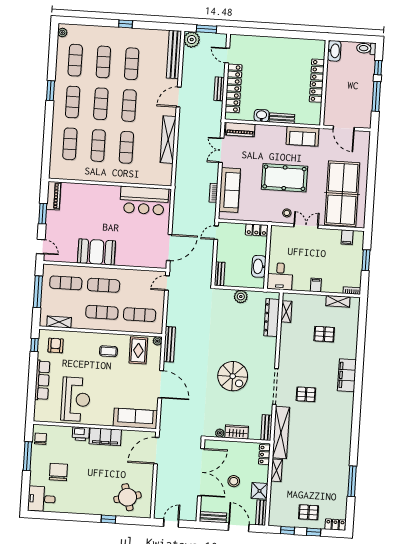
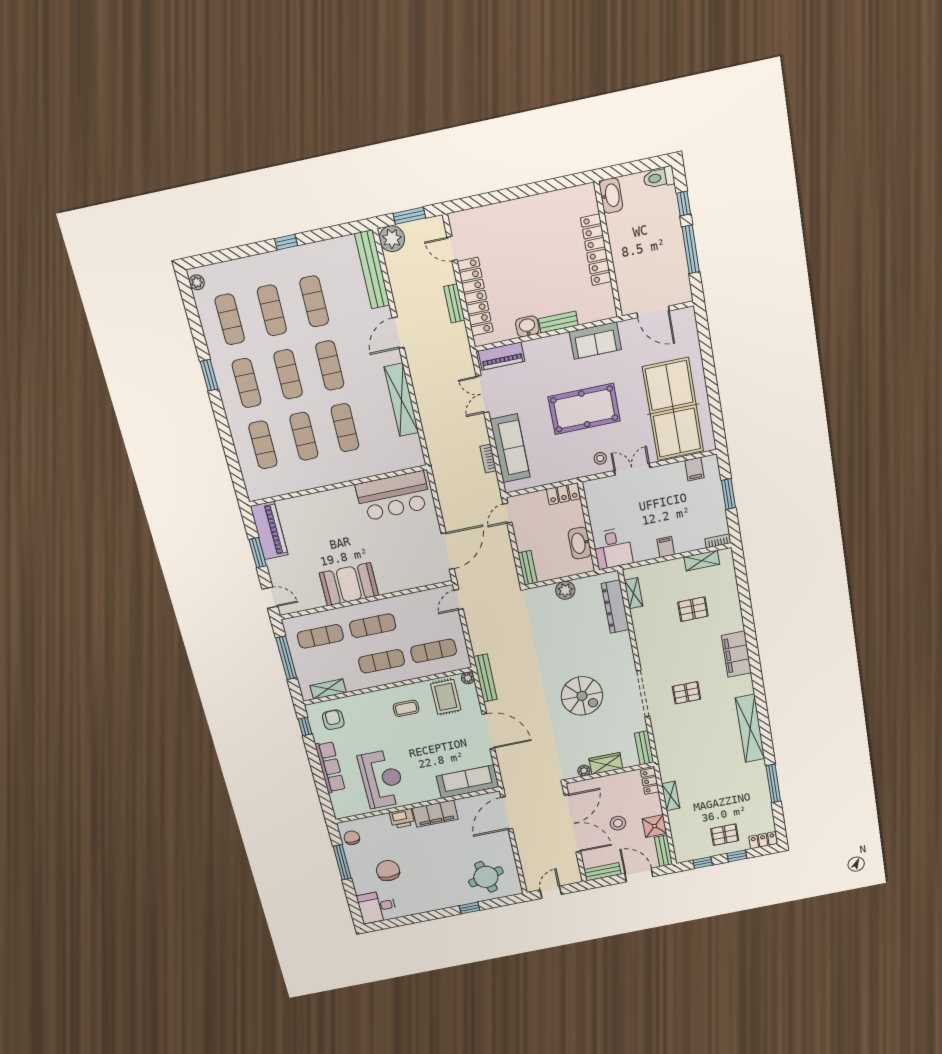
piano: (54, 196) -> (269, 531), width x1.37, depth x1.33
shelving: (281, 432) -> (750, 728), moved

